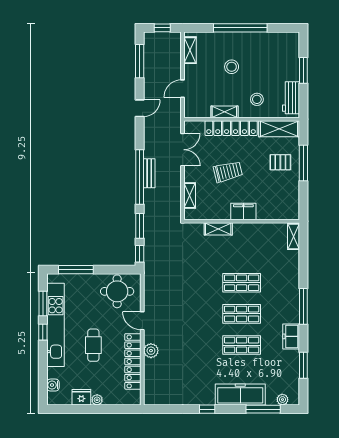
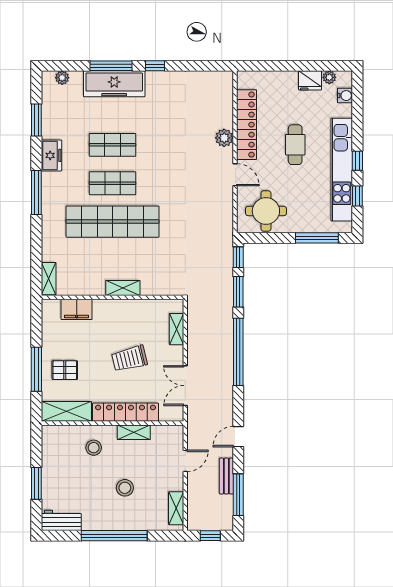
workbench: (291, 98) -> (61, 520), moved, turned -90
bench: (149, 173) -> (226, 476), moved
filing cabinet: (243, 212) -> (77, 309), moved
shelving: (218, 229) -> (123, 288), moved
shop shelf: (242, 283) -> (113, 222), width x2.00, depth x1.36
window: (43, 304) -> (357, 196), width x0.67
plant: (97, 400) -> (329, 77), moved
window: (263, 409) -> (111, 66), moved

